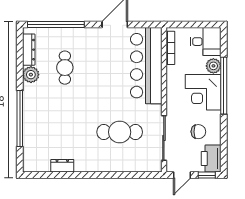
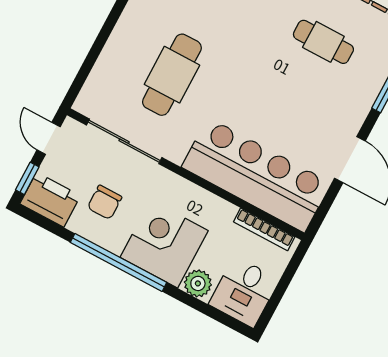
window: (224, 86) -> (118, 262), moved

